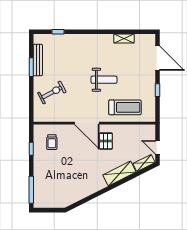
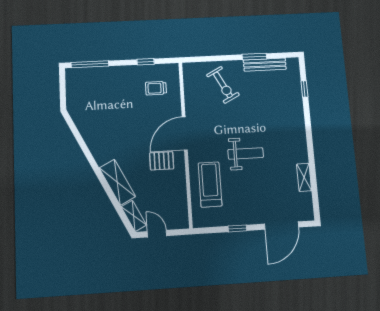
weight bench: (104, 80) -> (246, 153), turned -90
treadmill: (125, 107) -> (210, 184), turned 180
door: (157, 147) -> (157, 234), hinge flipped

